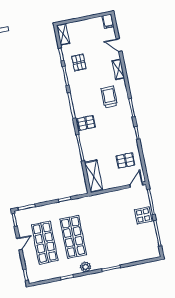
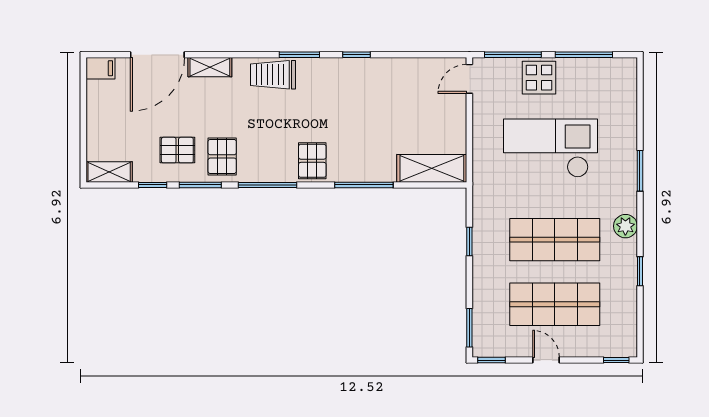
door: (119, 45) -> (157, 55), width x1.88
trolley: (109, 97) -> (273, 75), moved
pallet: (125, 160) -> (222, 156), moved
door: (136, 185) -> (469, 79), hinge flipped
checkout: (113, 227) -> (550, 148), added

